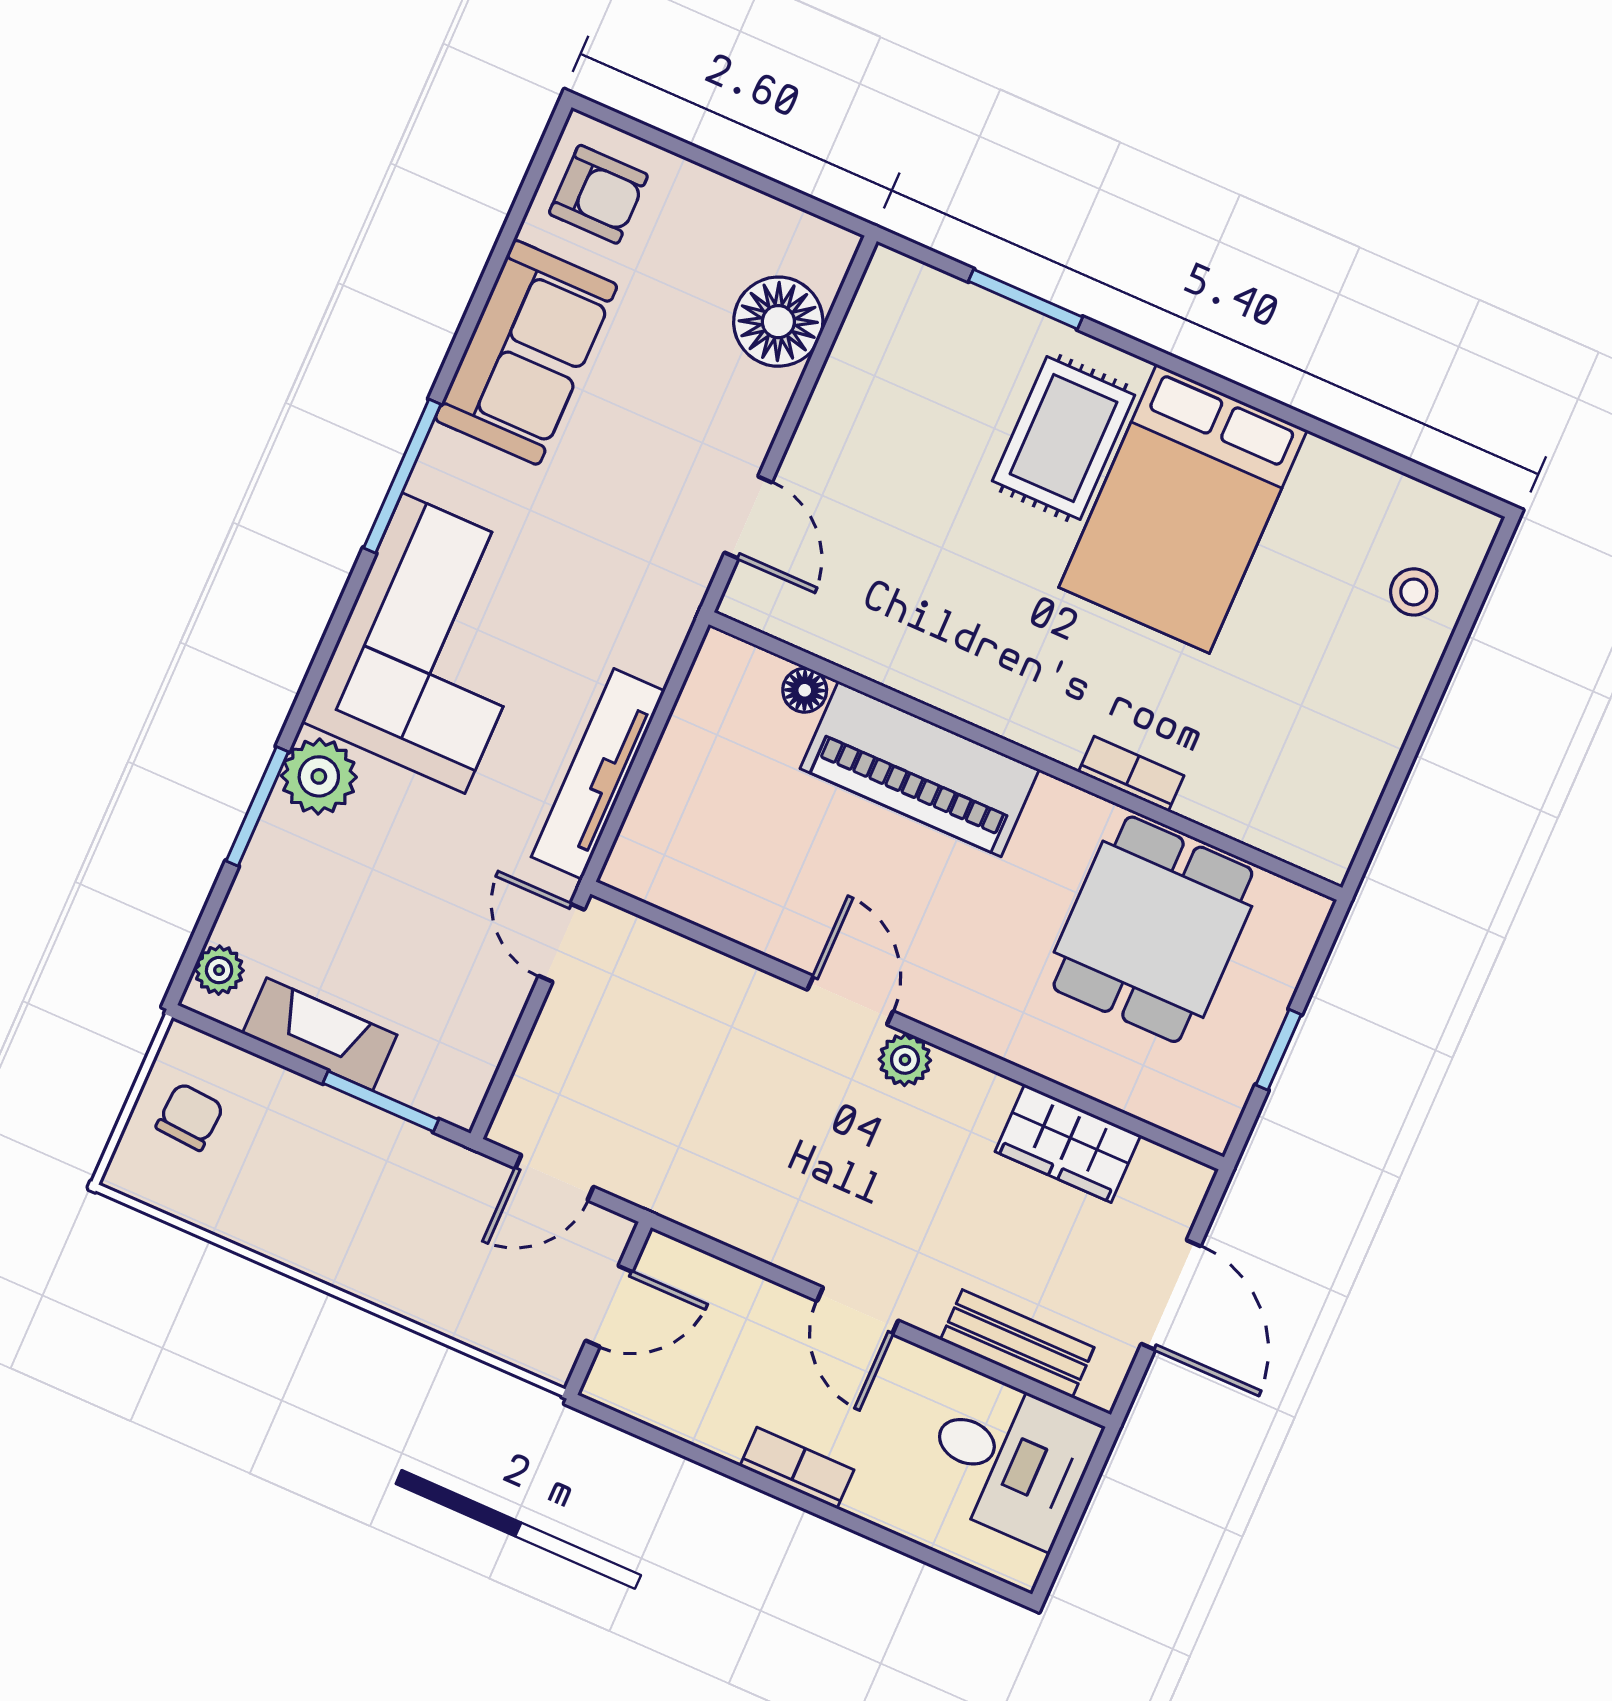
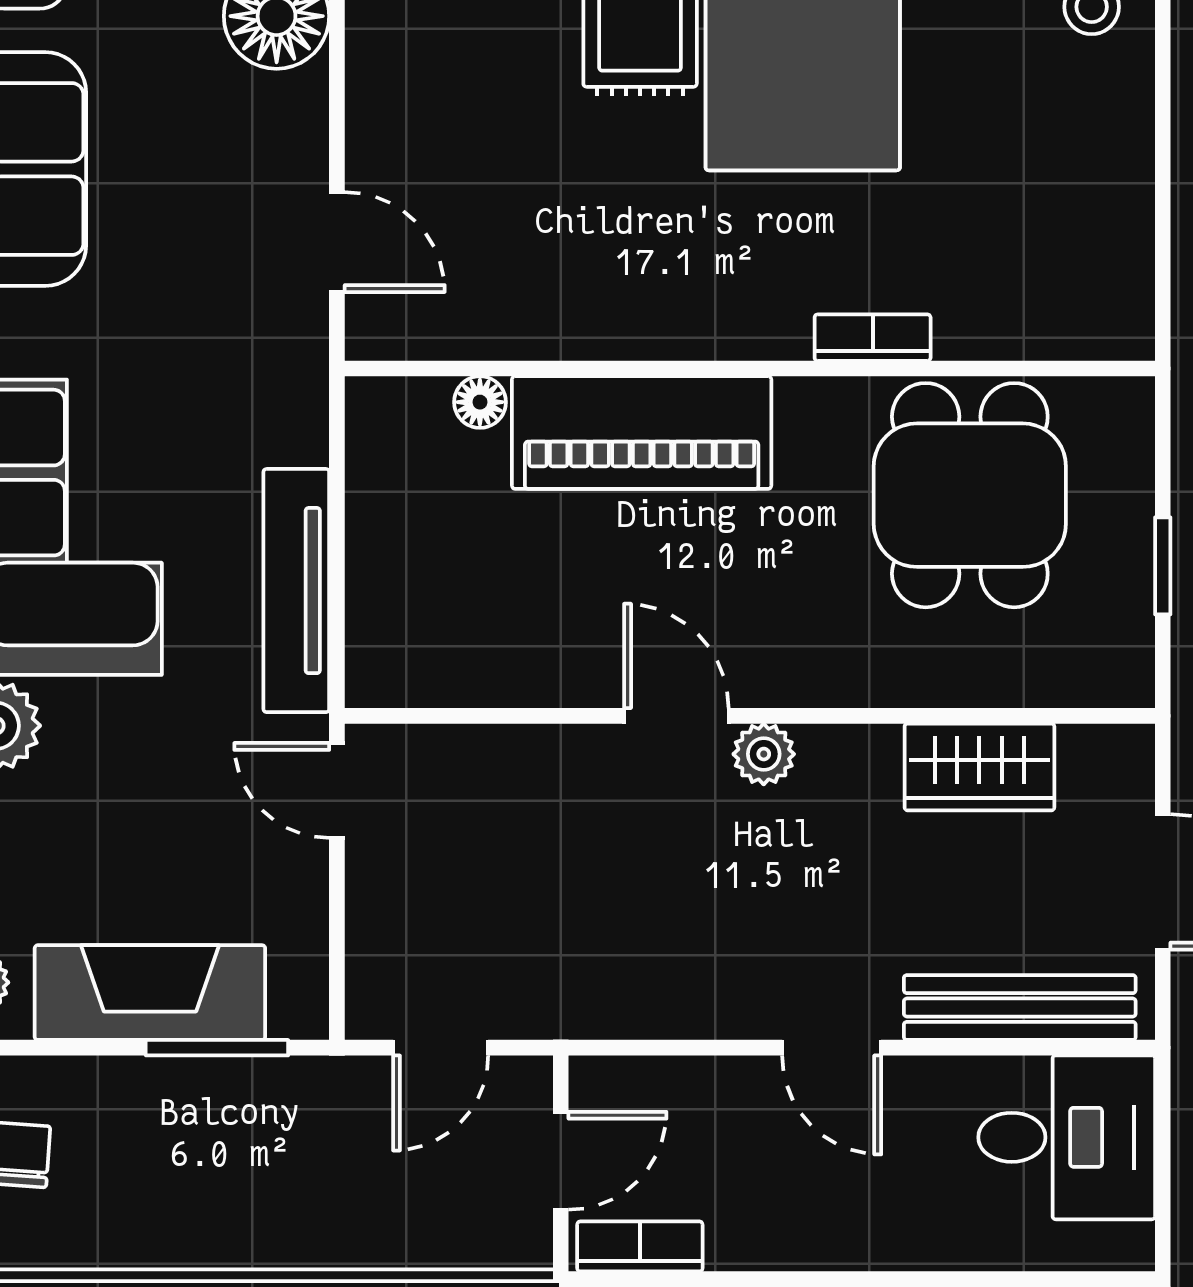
fireplace: (320, 1034) -> (150, 993), width x1.37, depth x1.32
bench: (1017, 1344) -> (1020, 1007), width x1.36
bookcase: (797, 1468) -> (640, 1246), moved

